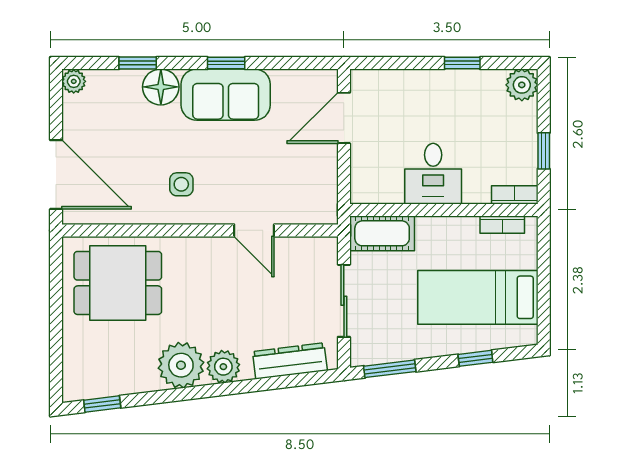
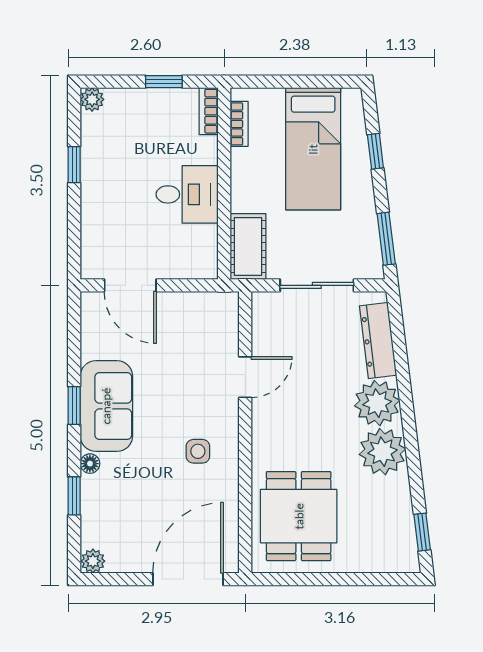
plant: (522, 85) -> (92, 99), width x0.73, depth x0.73
floor lamp: (161, 87) -> (90, 464), width x0.53, depth x0.53
plant: (223, 367) -> (377, 403), width x1.36, depth x1.36

